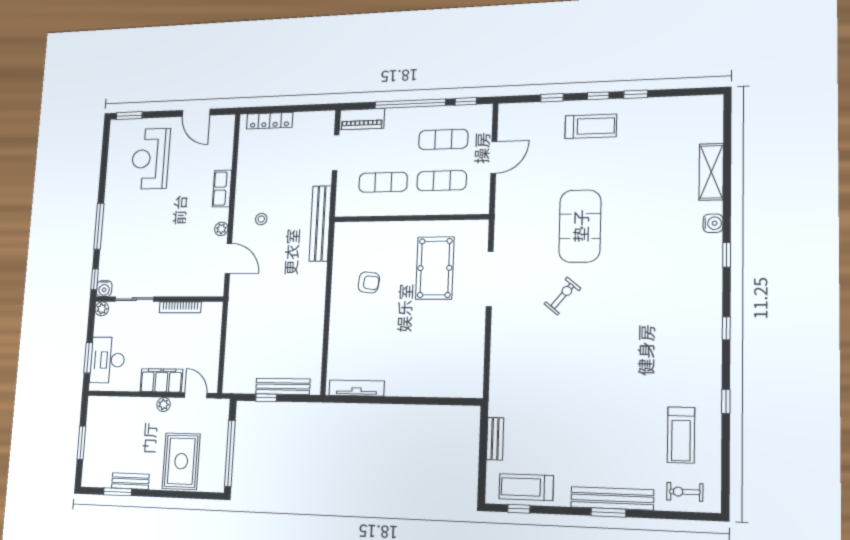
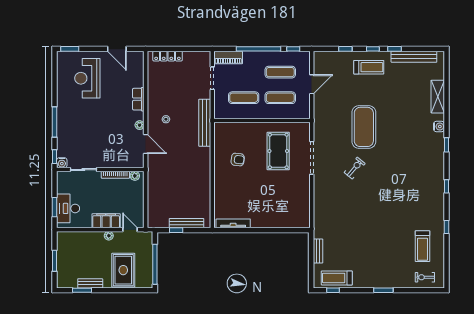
plant: (102, 309) -> (135, 176), moved
bench: (612, 498) -> (414, 57), moved

